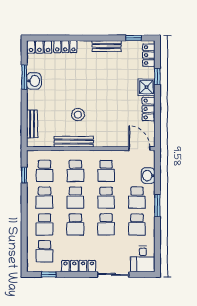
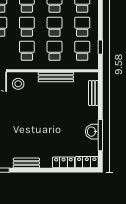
window: (24, 77) -> (100, 135), width x1.44
stool: (78, 115) -> (18, 84), moved

